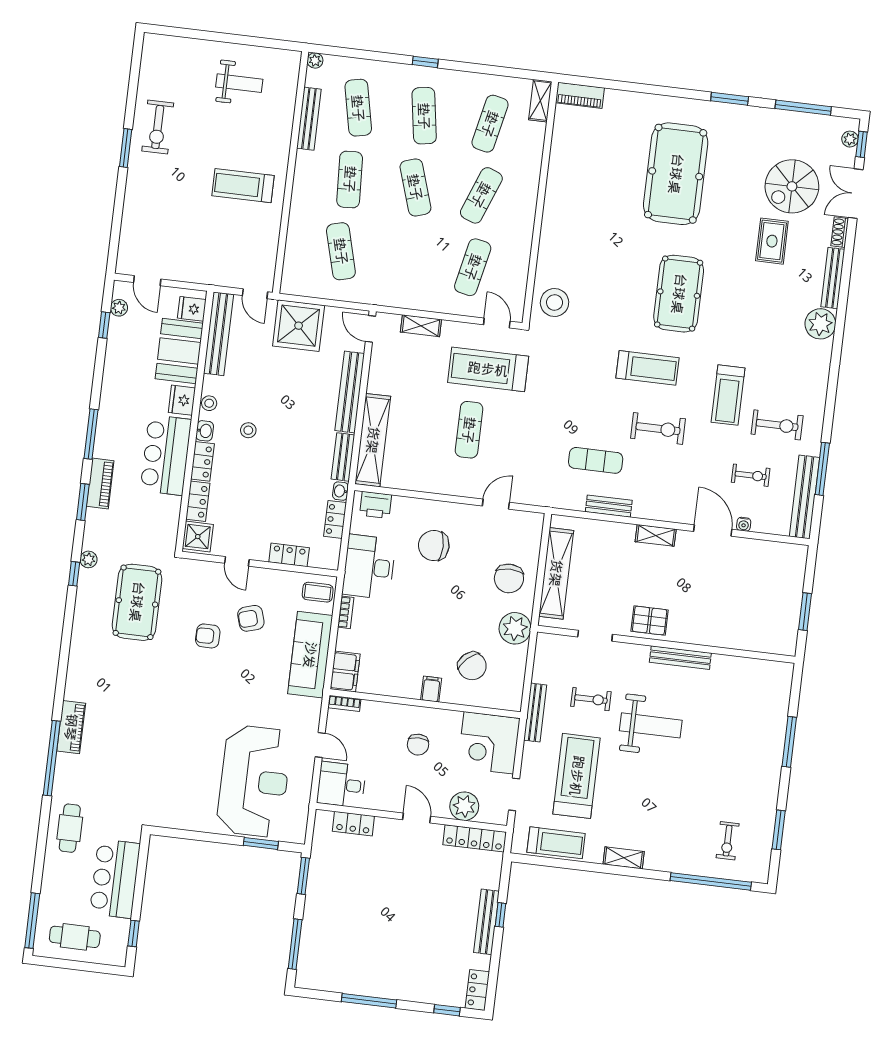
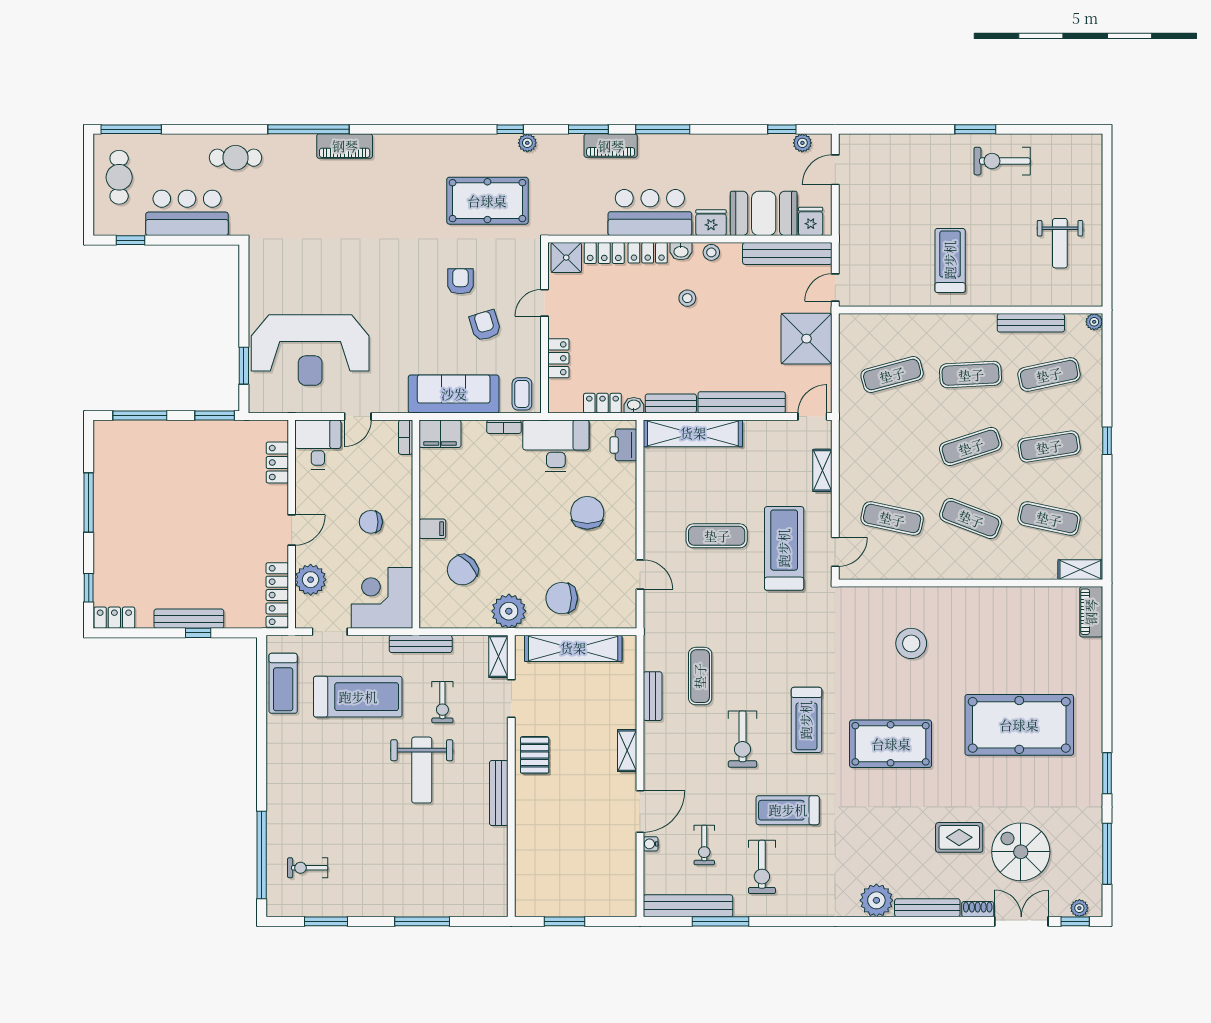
stool: (555, 303) -> (911, 643), moved
shelving: (624, 858) -> (498, 656), moved

